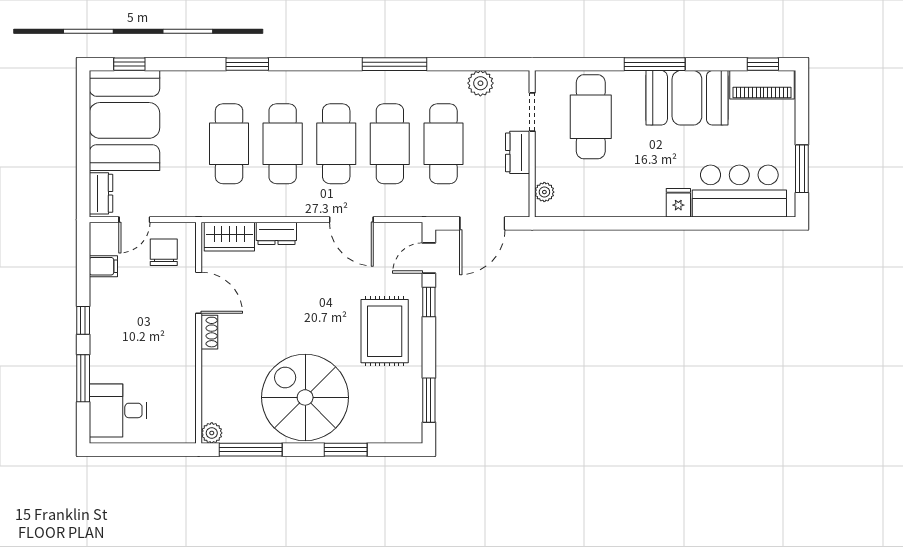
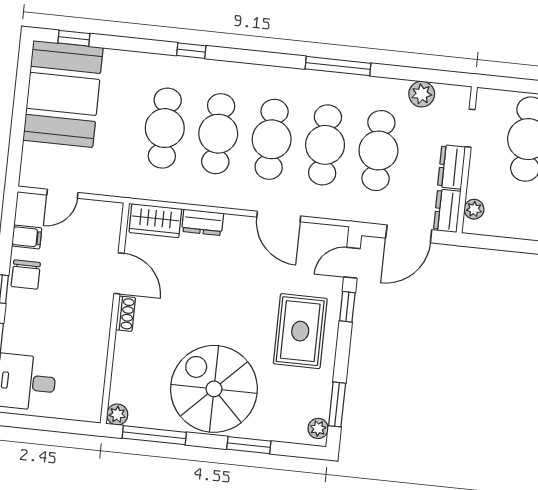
window: (247, 64) -> (191, 51), width x0.67
dresser: (101, 193) -> (447, 211), moved, turned 180
chair: (164, 252) -> (26, 275), moved, turned 180
plant: (413, 426) -> (318, 428), added

